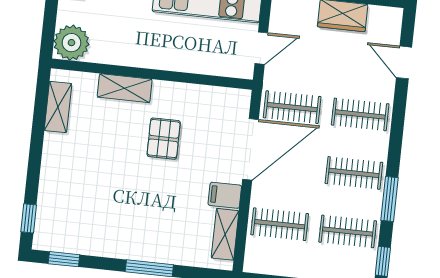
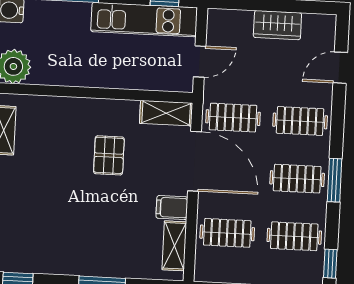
door: (404, 62) -> (340, 68), hinge flipped
shelving: (125, 88) -> (166, 113), moved
door: (251, 149) -> (195, 161), hinge flipped
window: (389, 199) -> (335, 180), moved

